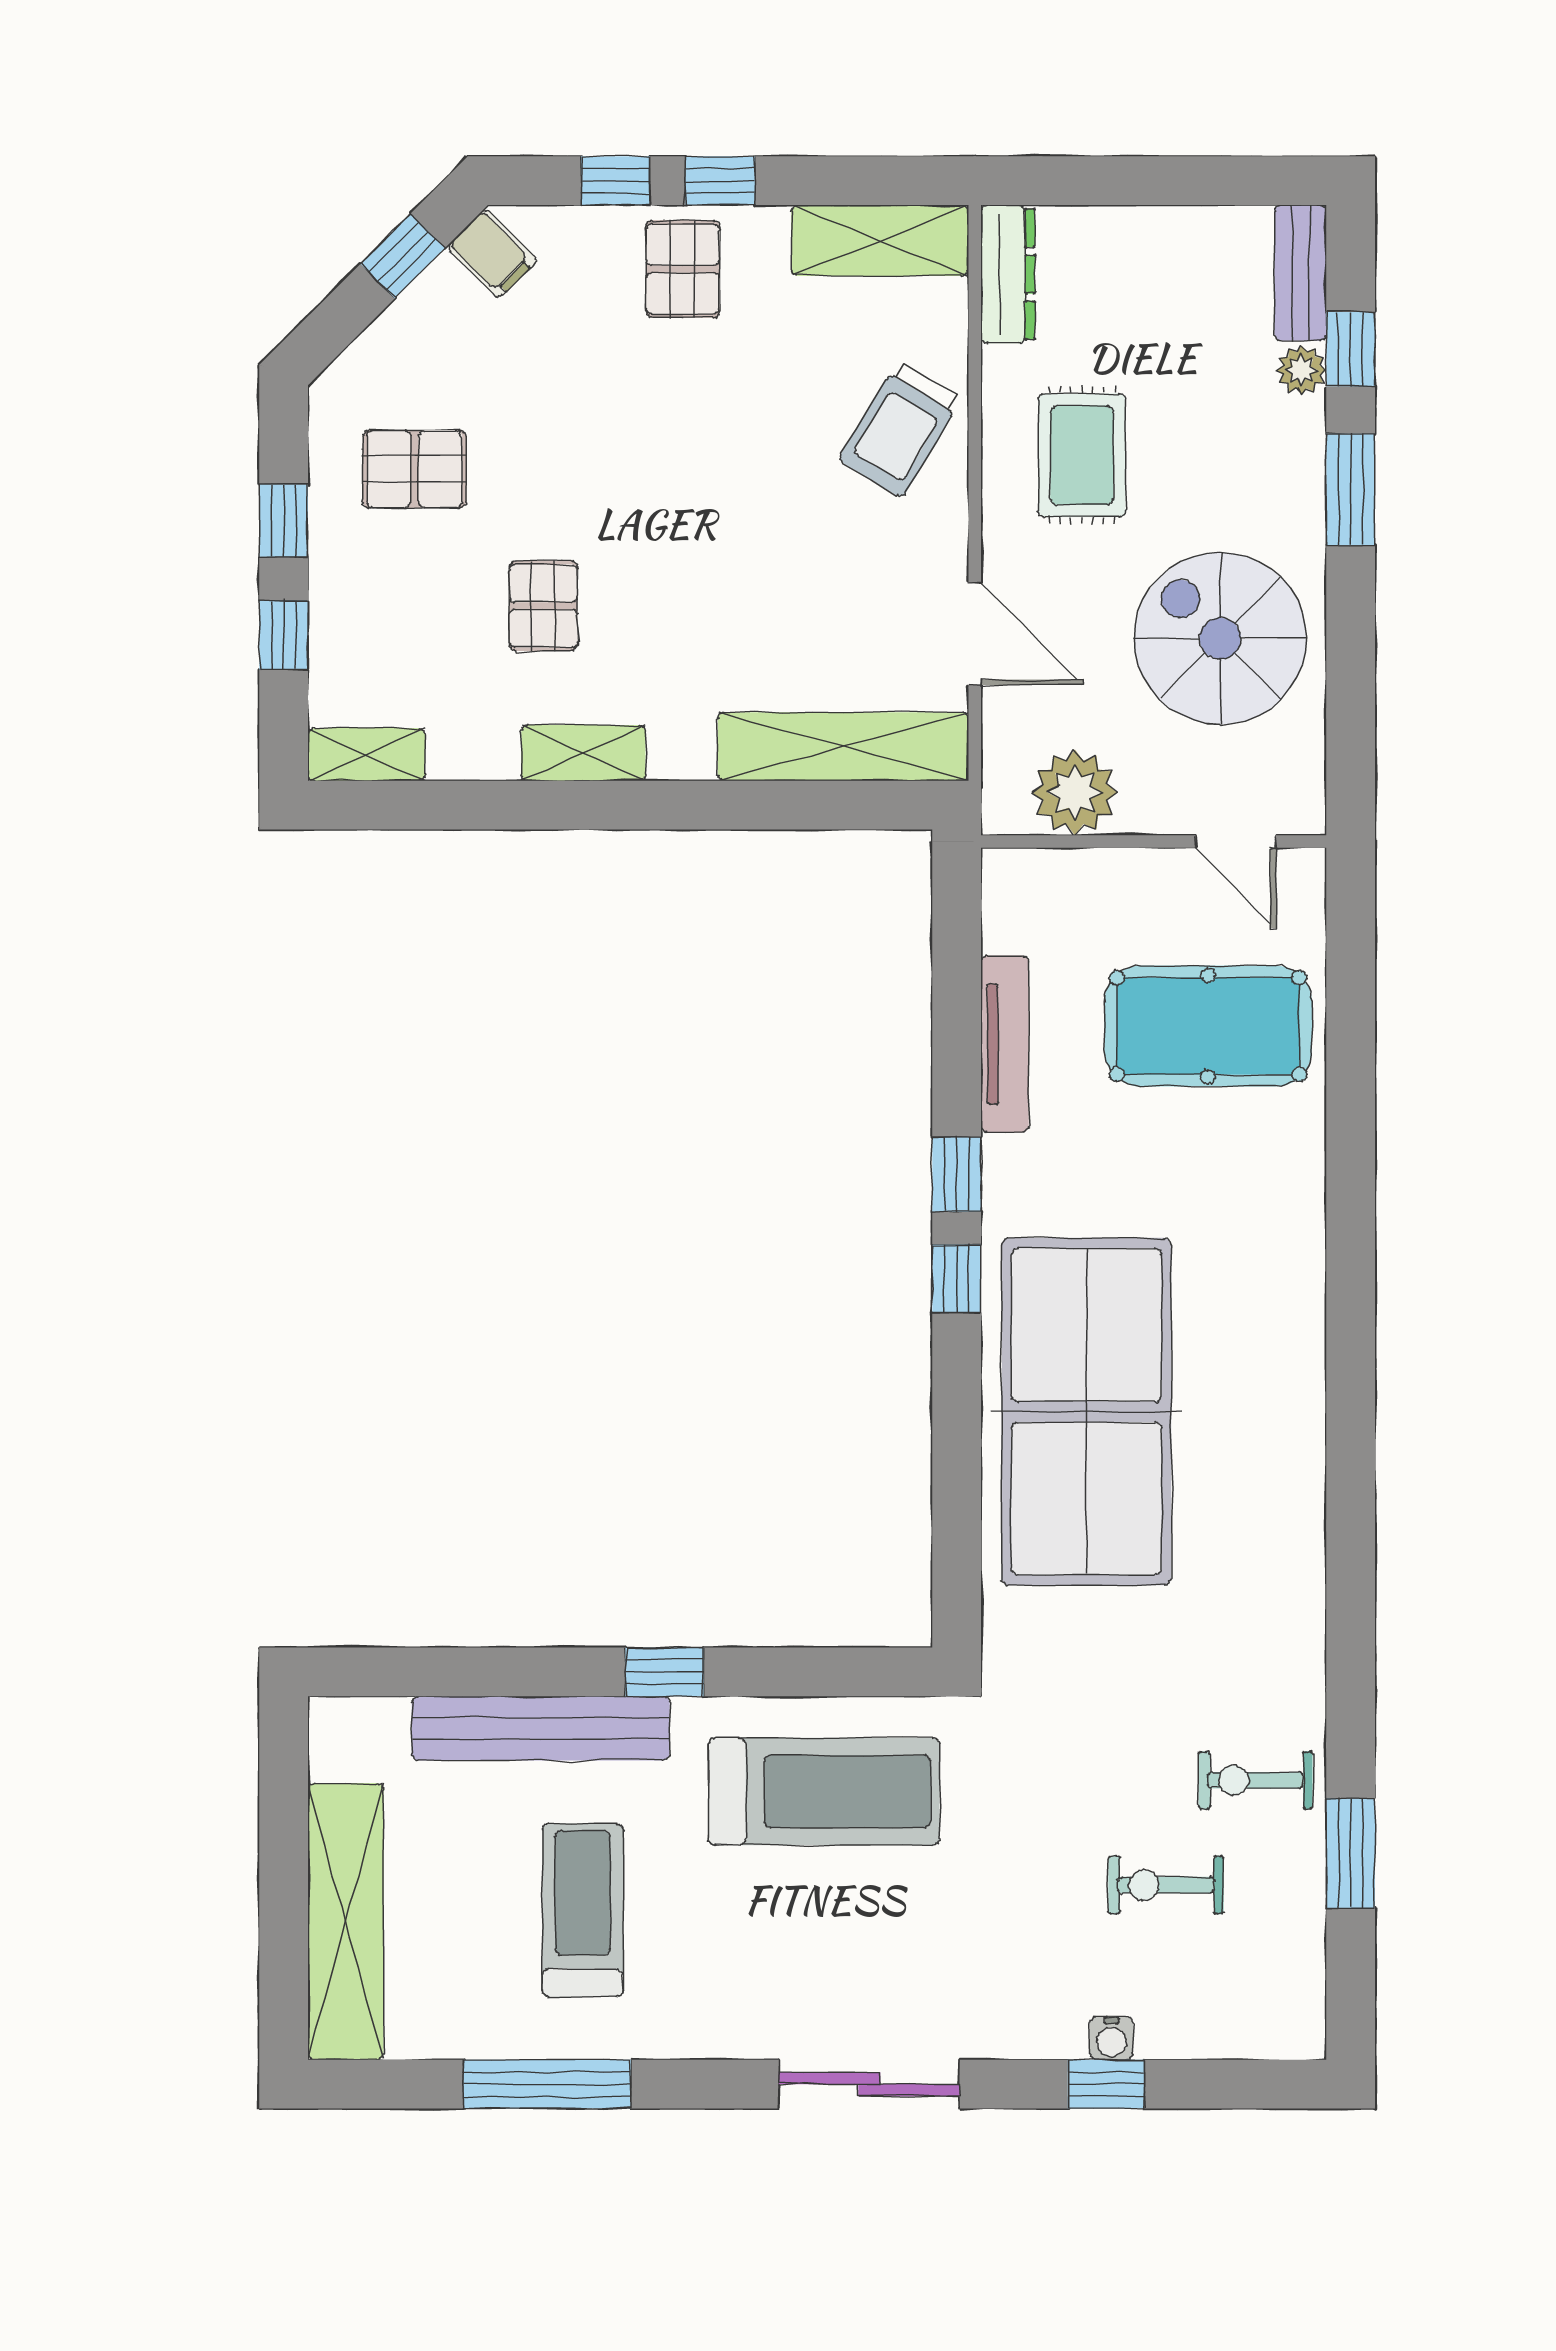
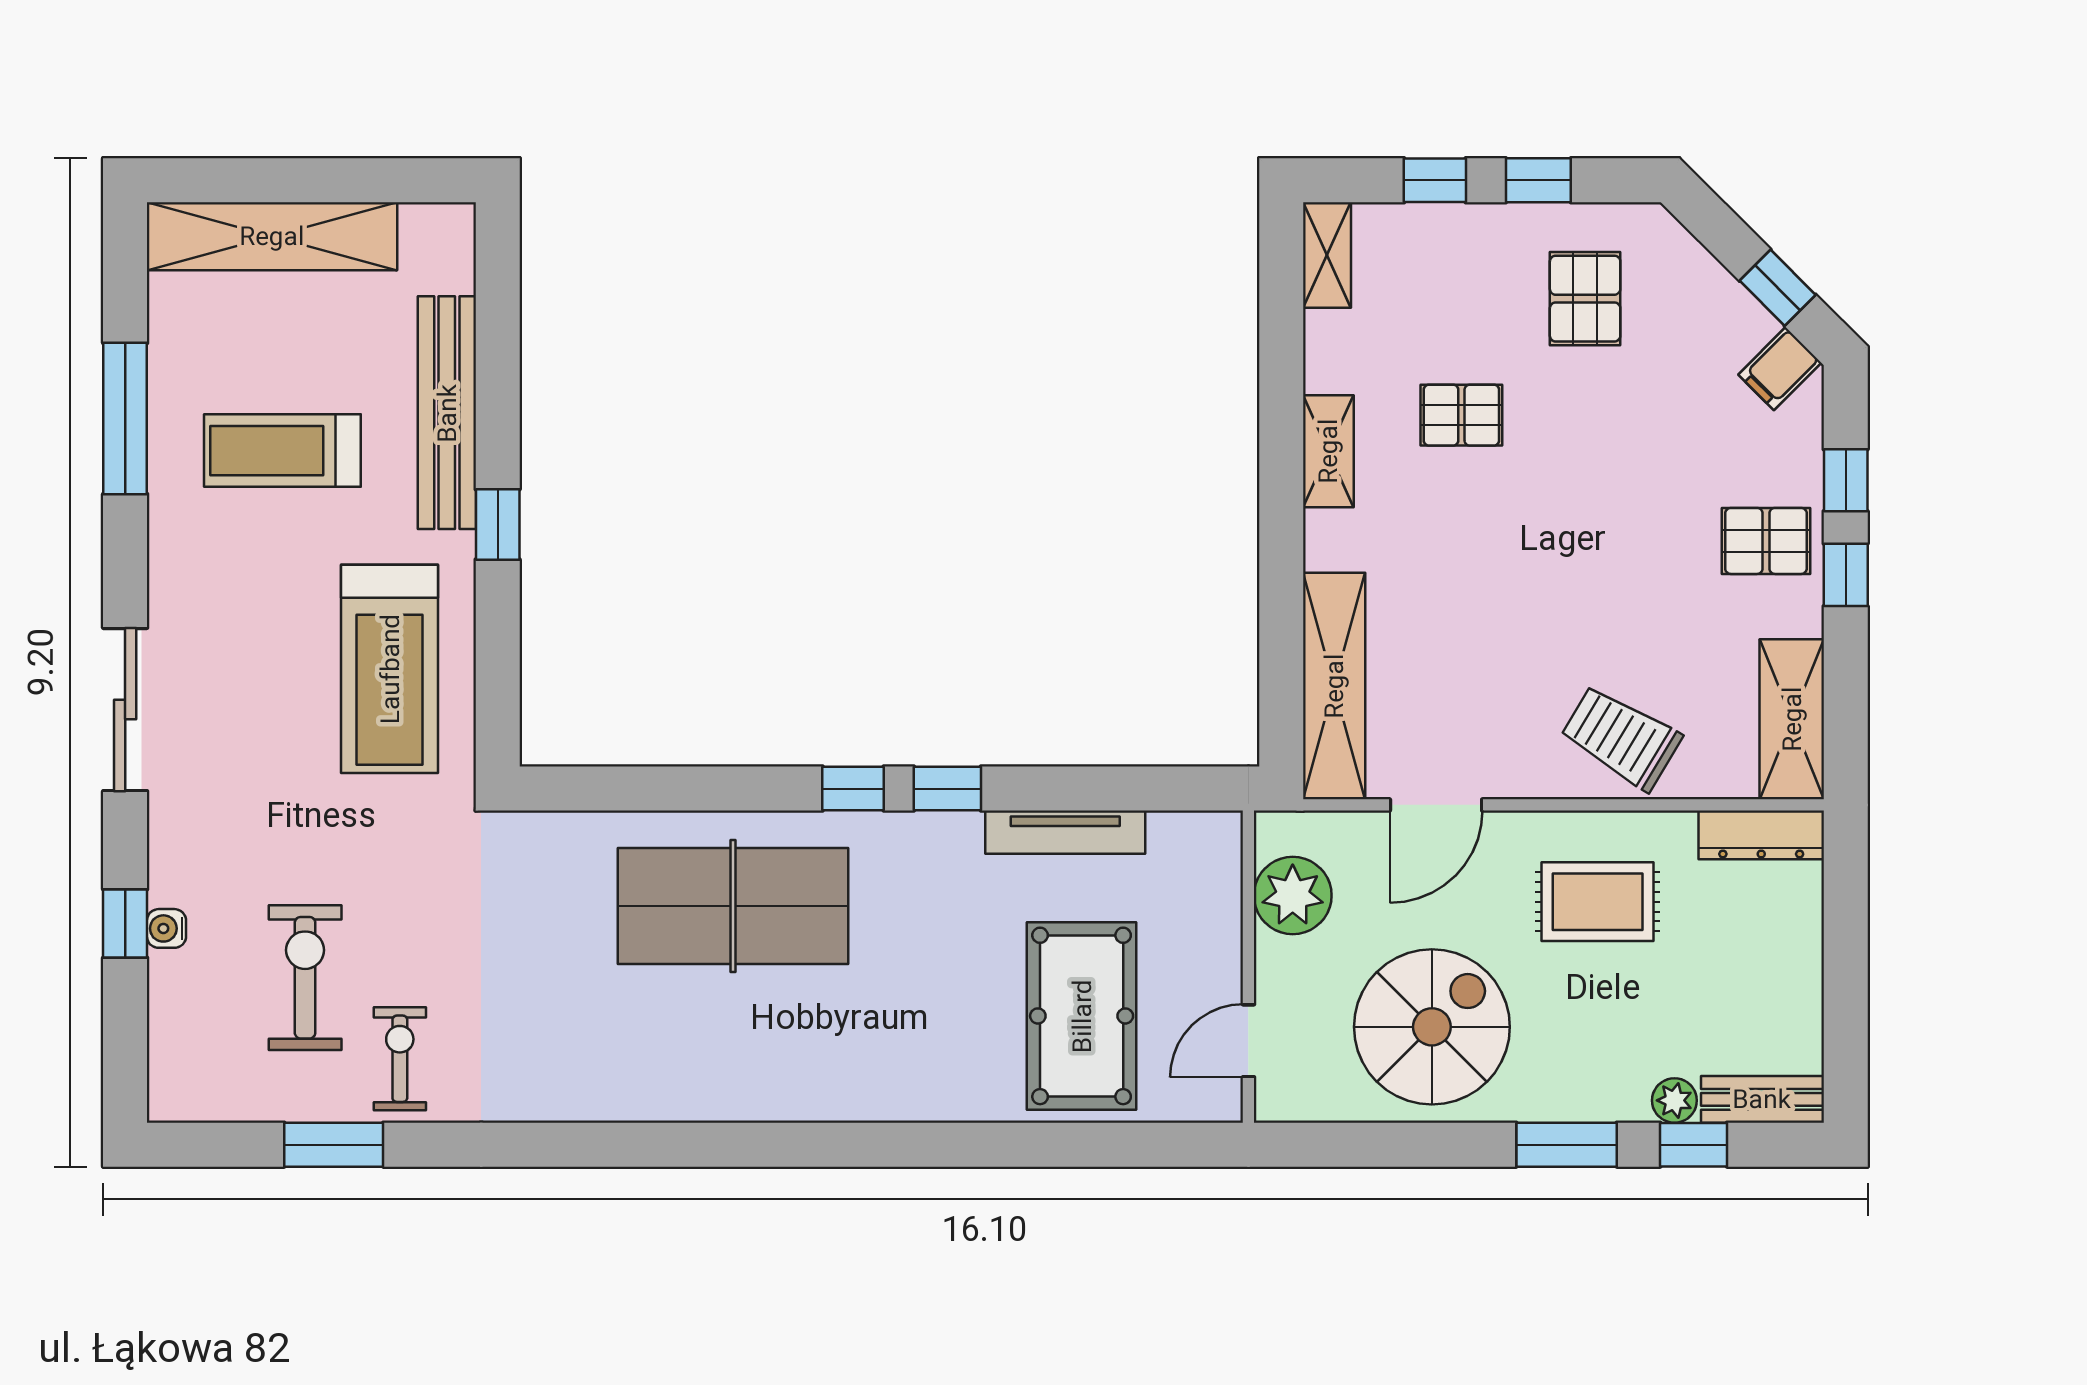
table tennis table: (1086, 1412) -> (733, 906), width x0.73, depth x0.76
exercise bike: (1166, 1885) -> (305, 978), width x1.38, depth x1.39
treadmill: (583, 1910) -> (282, 451), turned 180

